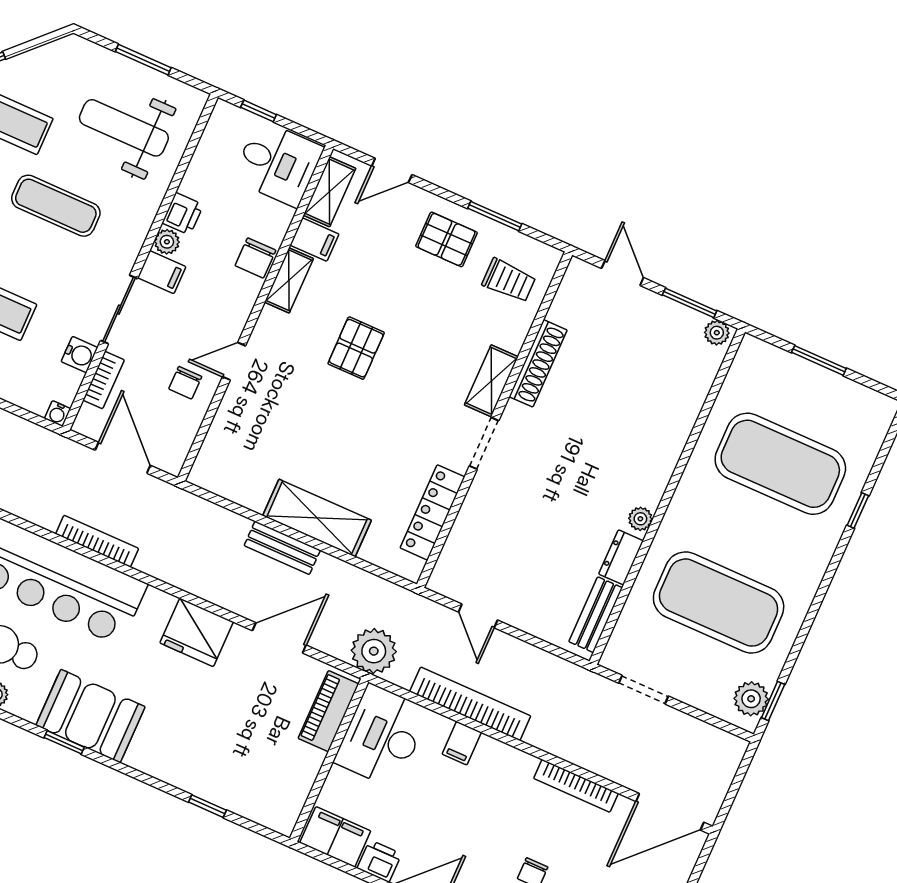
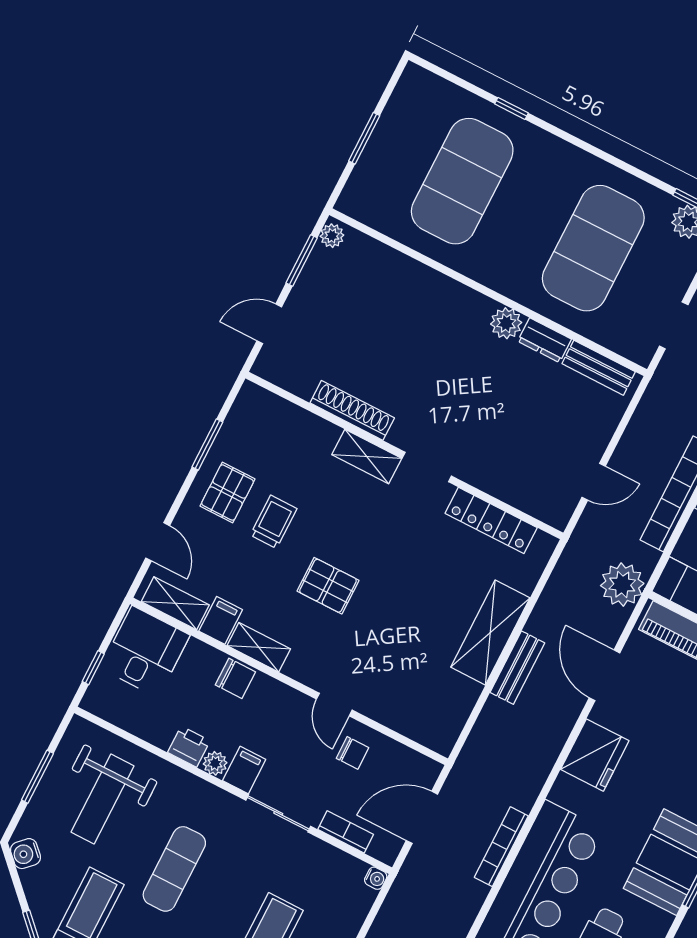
trolley: (509, 280) -> (274, 522), moved
water cooler: (80, 355) -> (25, 854), moved, turned -135
plant: (640, 519) -> (506, 323), width x1.38, depth x1.38

